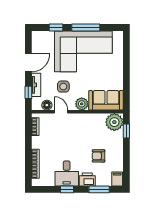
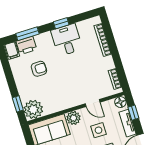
floor lamp: (47, 105) -> (120, 102), moved
printer: (87, 179) -> (26, 45), moved

